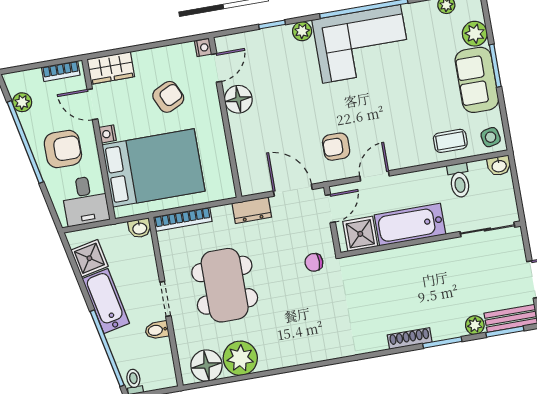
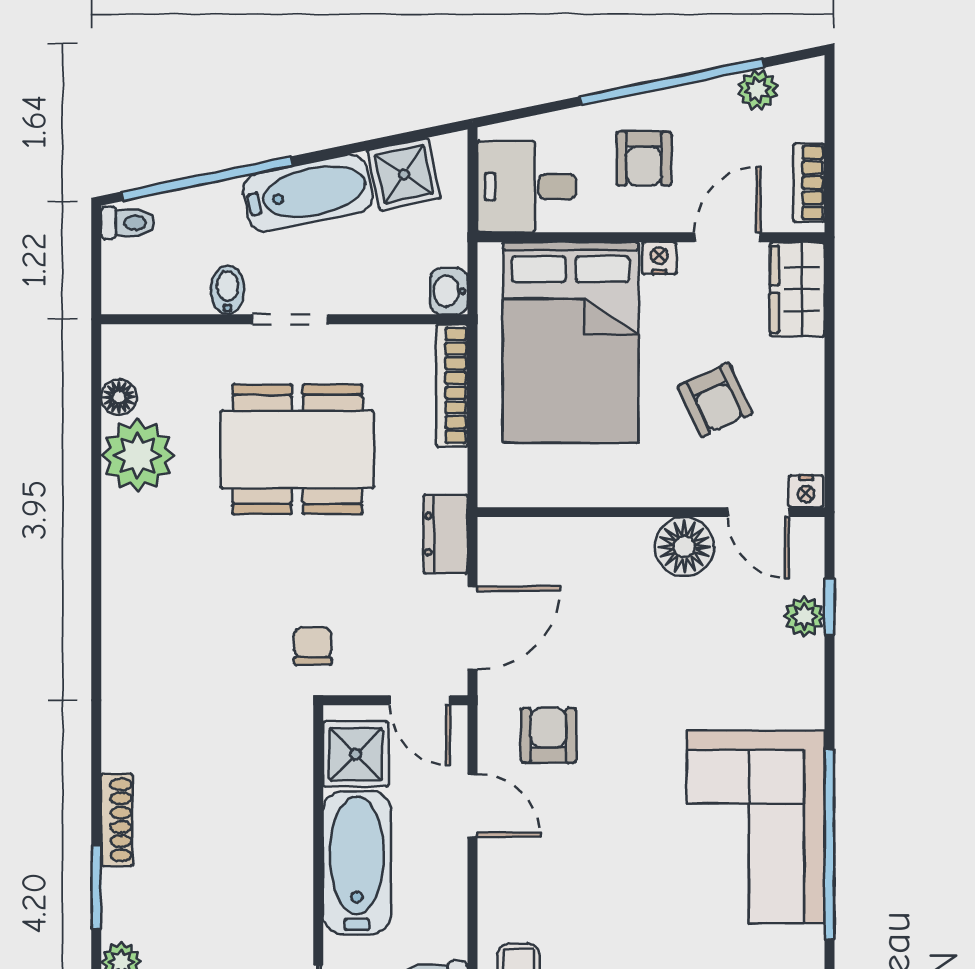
window: (272, 25) -> (829, 607), moved
plant: (302, 31) -> (804, 616), moved
armchair: (63, 149) -> (644, 159), width x0.72, depth x0.72
floor lamp: (206, 366) -> (119, 397), width x0.53, depth x0.53

